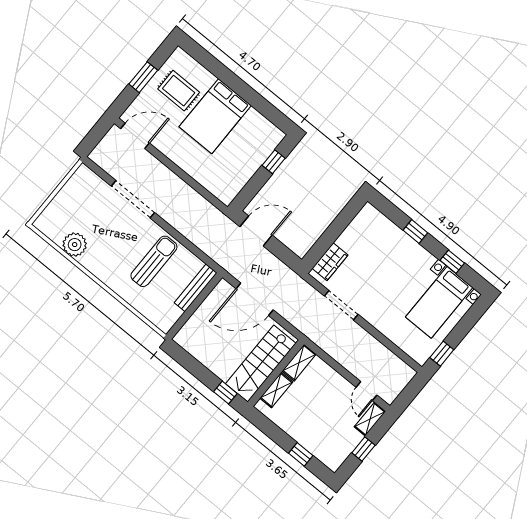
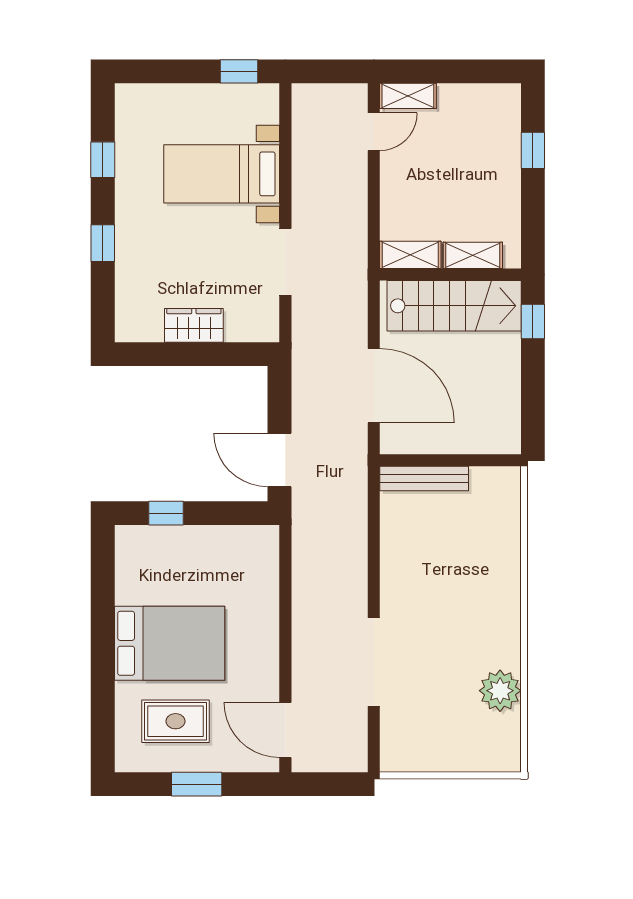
rug: (179, 91) -> (175, 721), turned 90
sun lounger: (154, 261) -> (435, 565), removed
wardrobe: (330, 262) -> (194, 325), moved
bed with nightstands: (439, 302) -> (222, 174), moved, turned 180
window: (363, 449) -> (456, 71), removed

